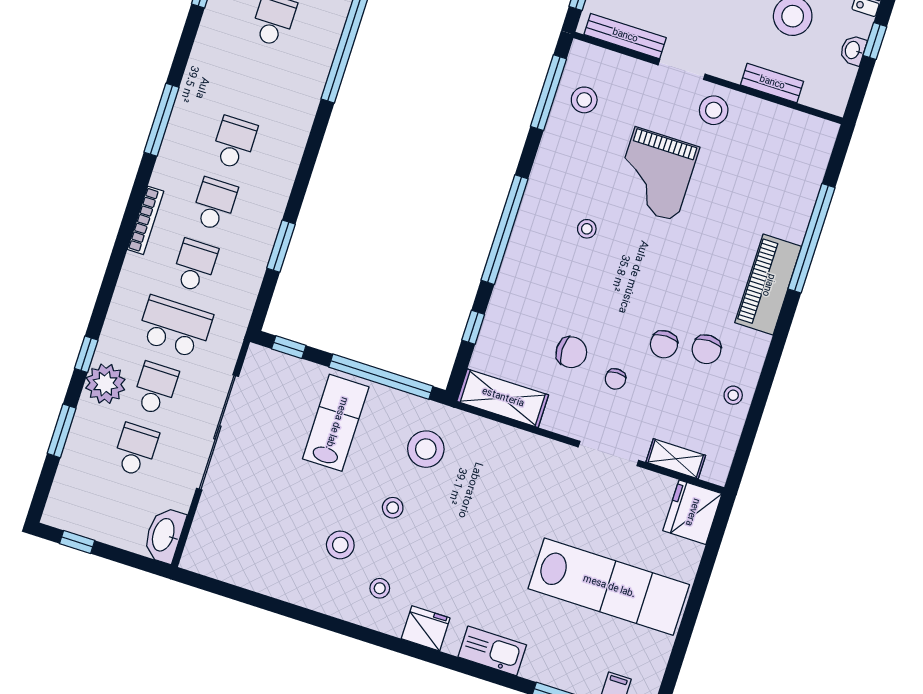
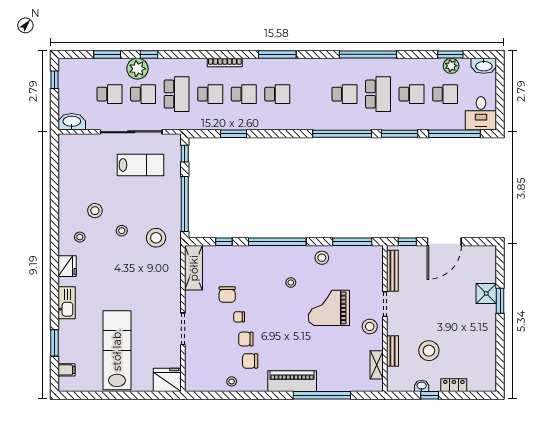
stool: (584, 100) -> (322, 258), moved
chair: (615, 379) -> (239, 317), moved
lab bench: (336, 423) -> (141, 165), moved
shelving: (676, 459) -> (377, 365), moved
lab bench: (609, 587) -> (117, 350), turned 180

